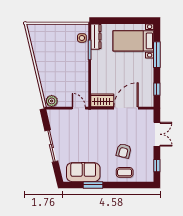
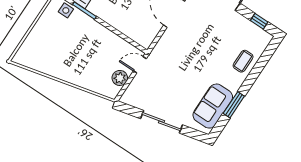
wardrobe: (102, 100) -> (148, 33), removed
plant: (52, 101) -> (120, 78), moved
armchair: (124, 151) -> (219, 47), removed

